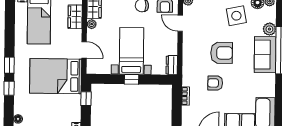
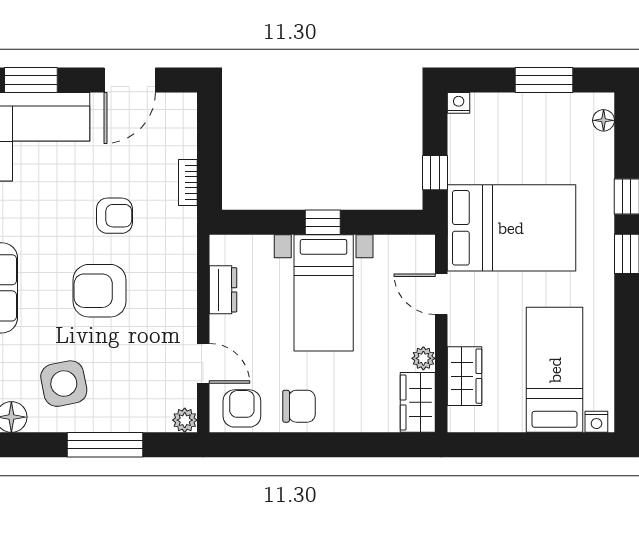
dresser: (172, 65) -> (223, 290), moved

